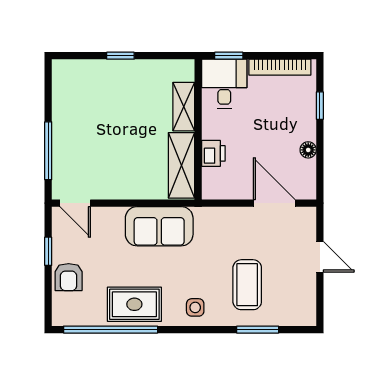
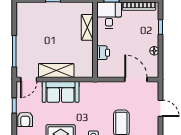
shelving: (181, 165) -> (56, 71), moved, turned 90
door: (75, 203) -> (29, 79), hinge flipped
sofa: (159, 226) -> (61, 92), moved

